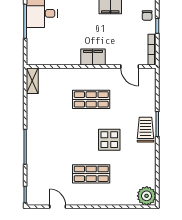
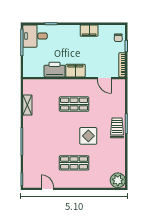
printer: (67, 56) -> (55, 70), added
shelving: (32, 81) -> (27, 105), moved

